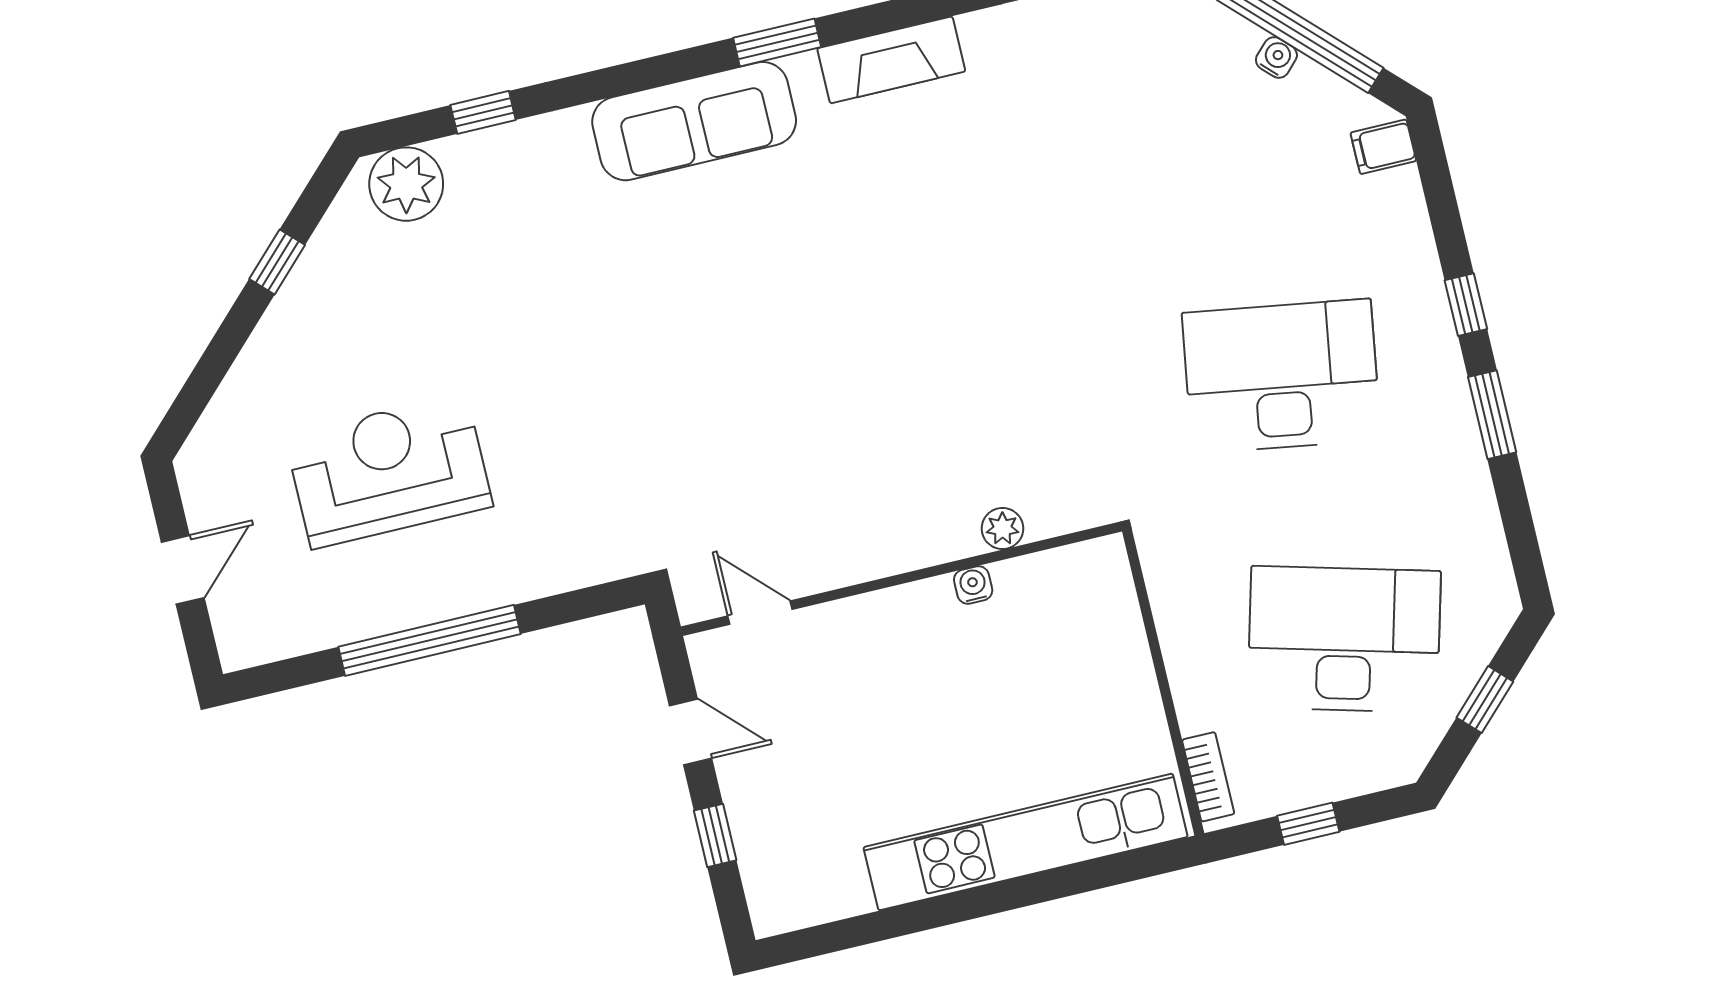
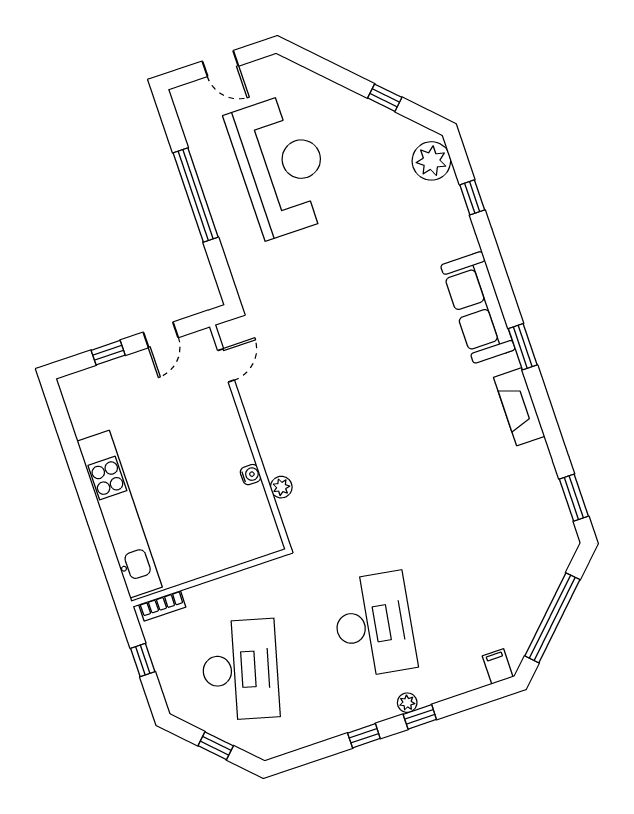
water cooler: (1276, 57) -> (539, 607), removed
plant: (1437, 326) -> (407, 703), added
window: (1492, 415) -> (364, 736), width x0.67
reception desk: (389, 471) -> (282, 166), width x1.36, depth x1.30

